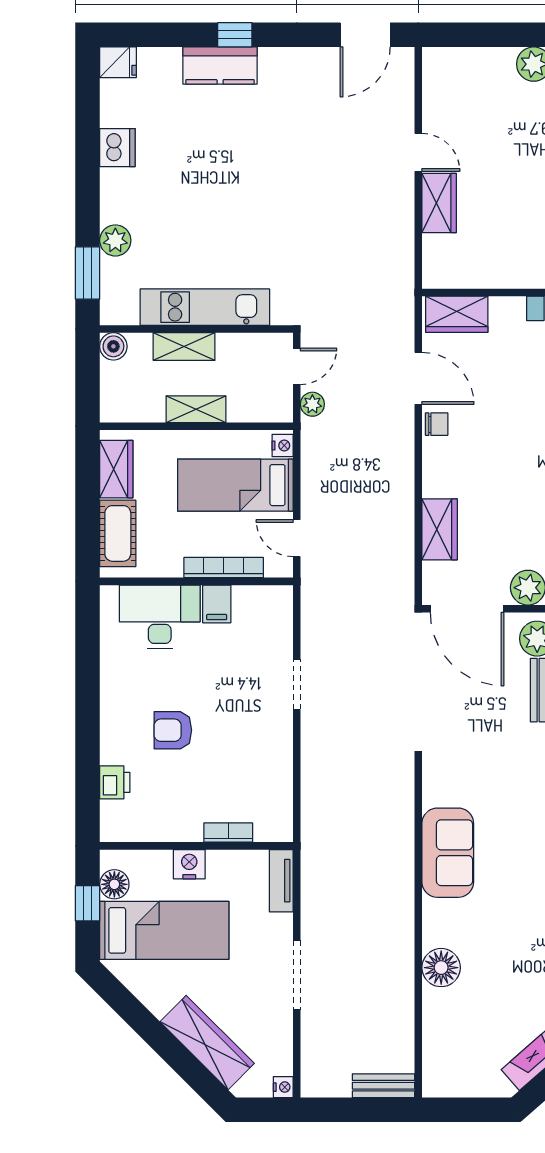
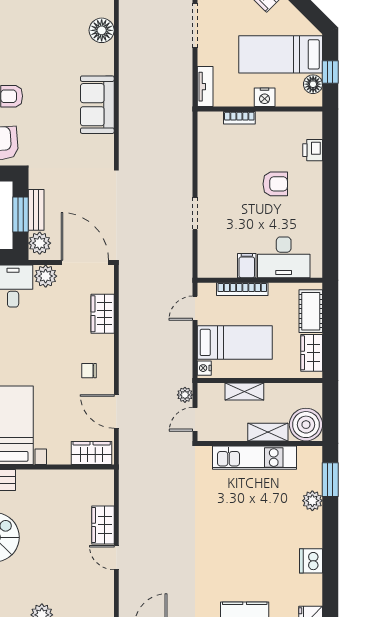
boiler: (113, 346) -> (306, 425), width x1.86, depth x1.86
shelving: (196, 409) -> (244, 392), moved
chair: (437, 424) -> (89, 371), moved
door: (297, 538) -> (195, 308), swing flipped

